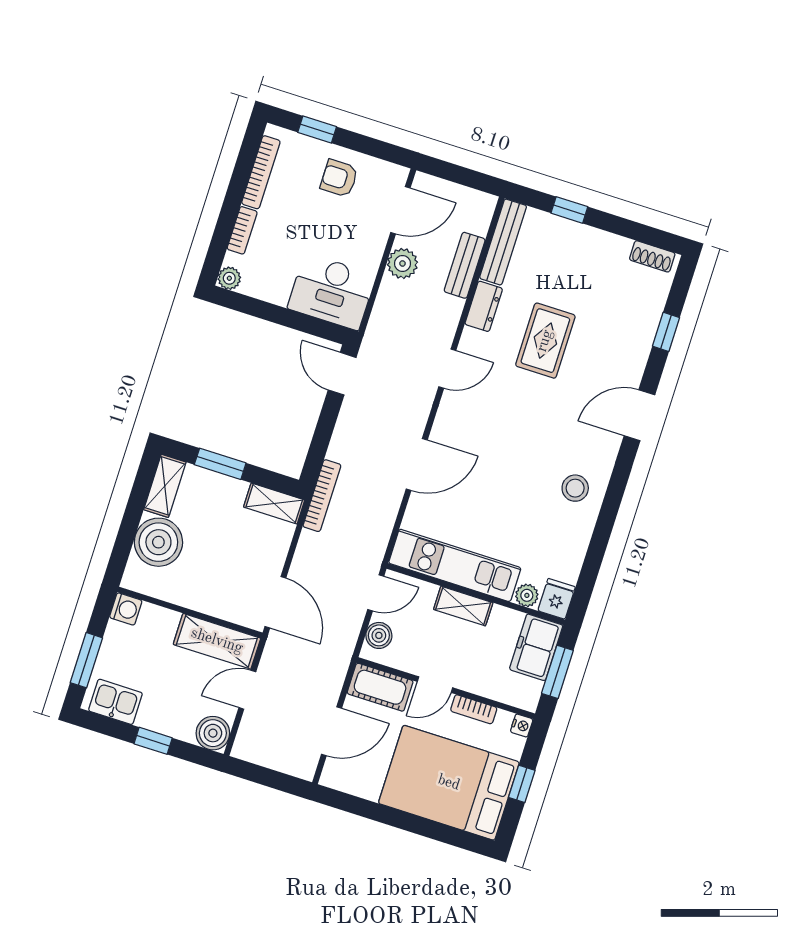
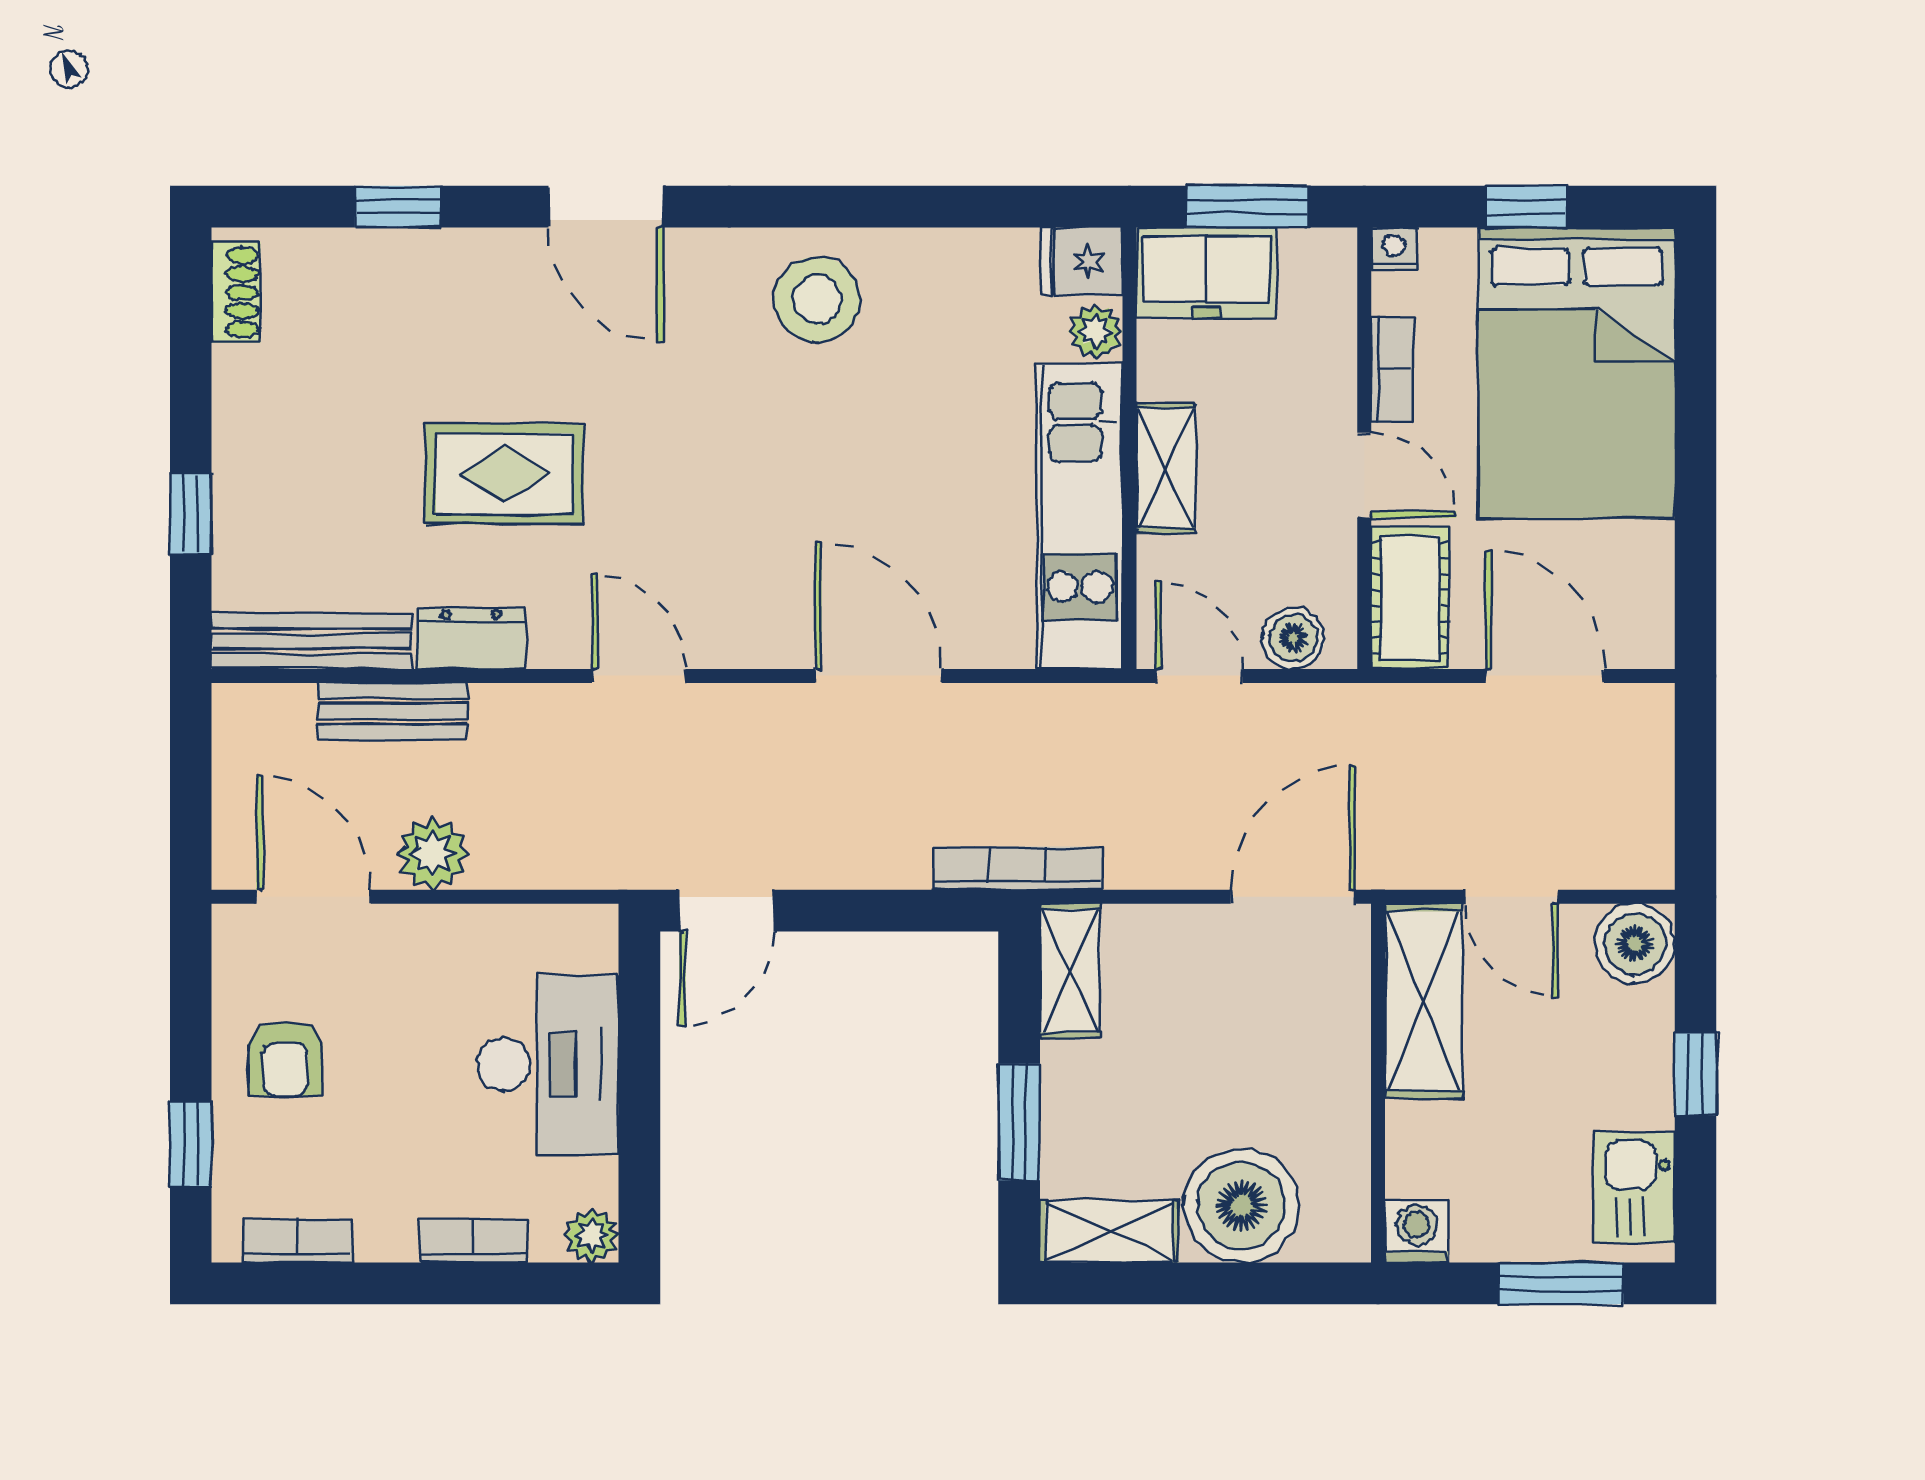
bookcase: (261, 172) -> (298, 1241), width x0.64
desk: (332, 292) -> (548, 1065), moved
stool: (575, 488) -> (817, 300), width x1.38, depth x1.38

